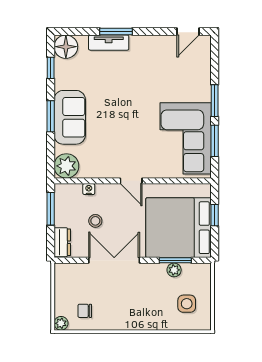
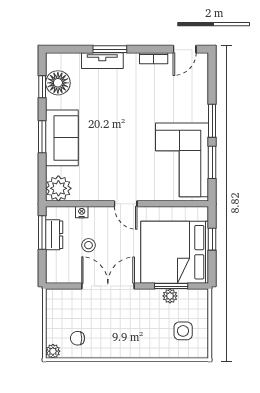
bookcase: (158, 40) -> (154, 58), added
floor lamp: (66, 47) -> (58, 83), moved
dresser: (62, 242) -> (54, 235), moved

